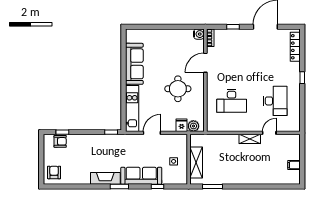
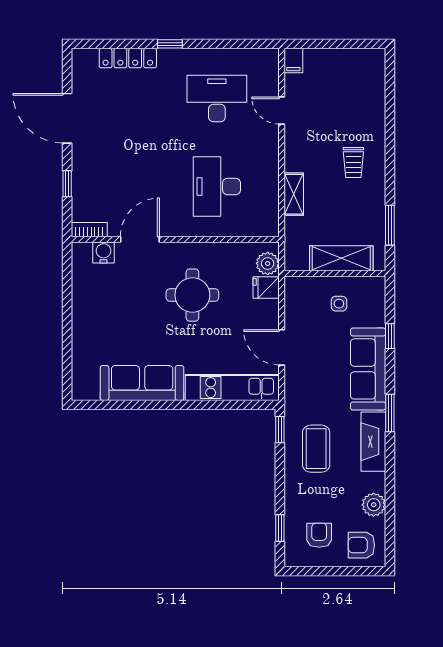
water cooler: (199, 34) -> (104, 253), moved
locker: (295, 47) -> (128, 58), moved
door: (205, 63) -> (140, 239), swing flipped
desk: (232, 101) -> (217, 187), turned 180
shelving: (250, 139) -> (294, 194), moved
armchair: (60, 141) -> (319, 535), moved
coffee table: (102, 150) -> (316, 449), added
filing cabinet: (294, 165) -> (293, 61), moved
trolley: (243, 169) -> (353, 163), added
plant: (74, 179) -> (374, 505), added

